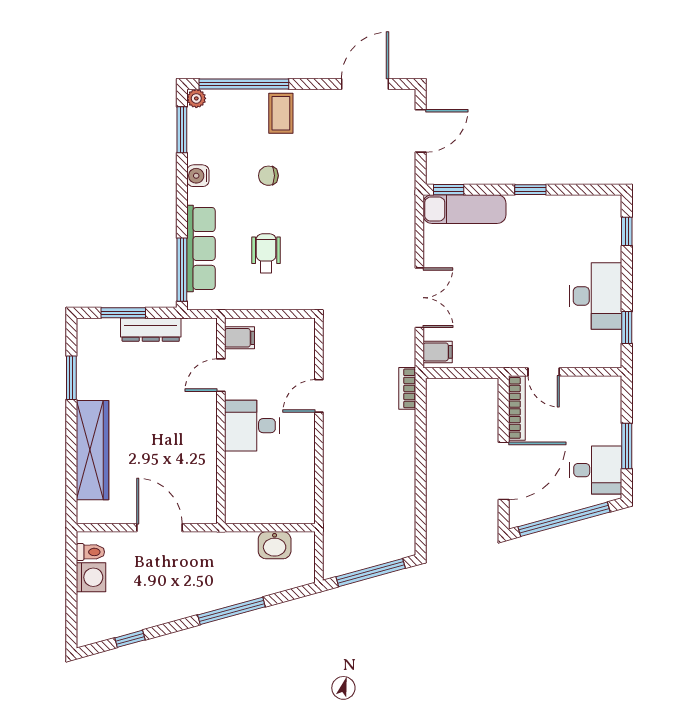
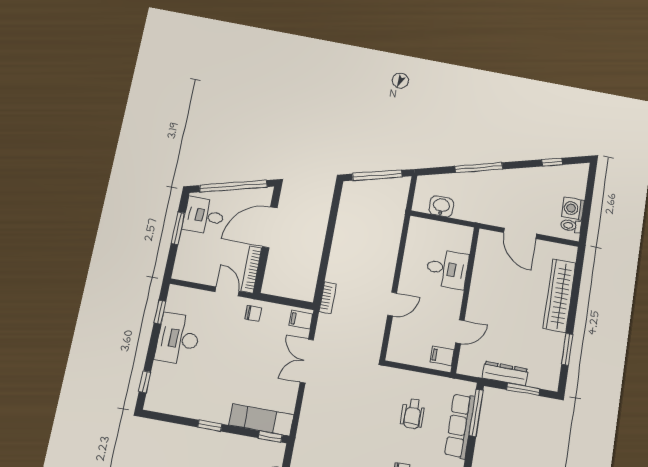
chair: (503, 349) -> (253, 313), added
desk: (252, 426) -> (447, 269), moved

